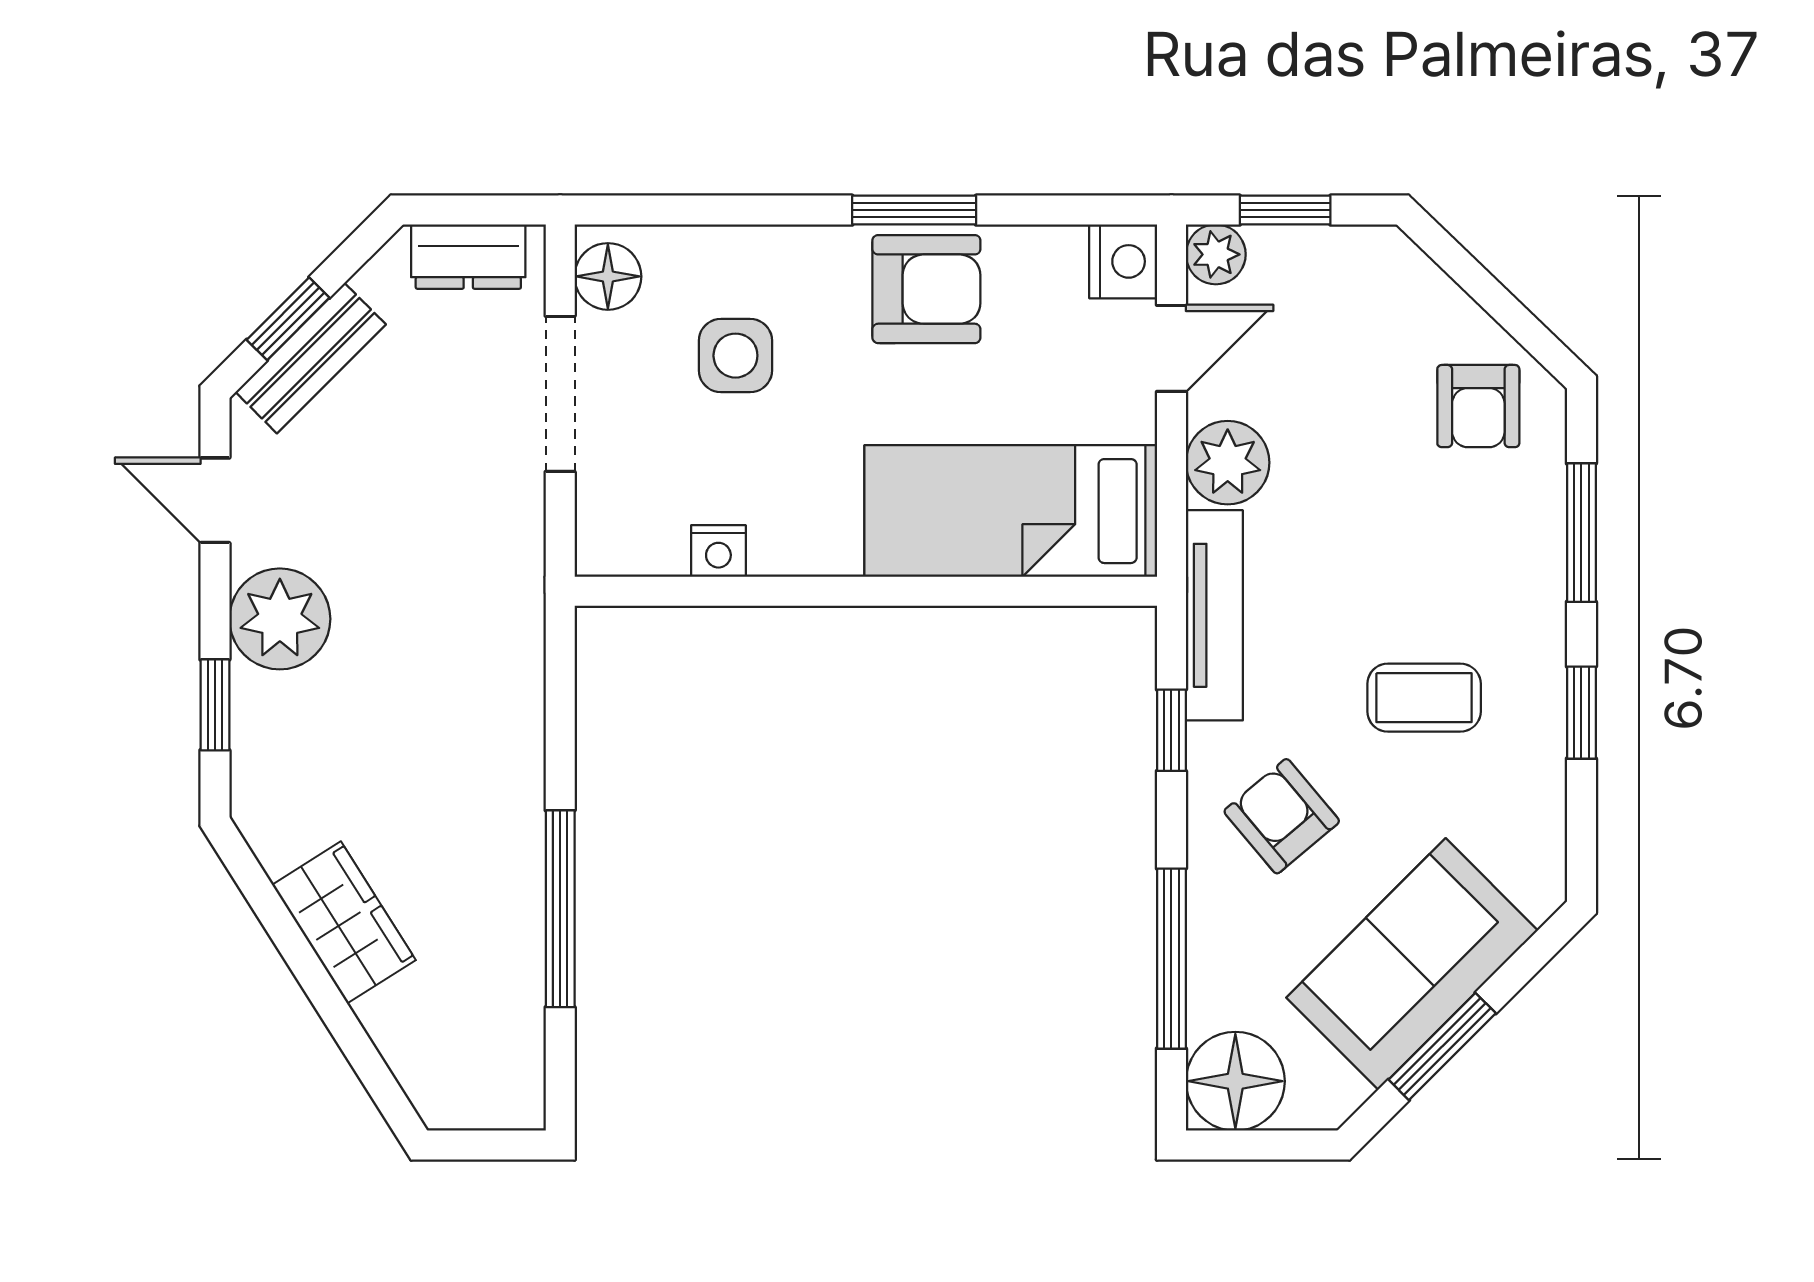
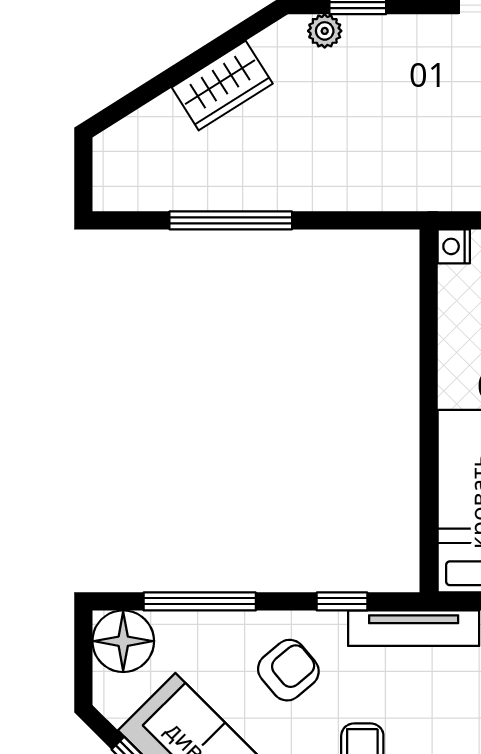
nightstand: (718, 551) -> (454, 246), moved
plant: (280, 619) -> (325, 31), moved, width x0.53, depth x0.53

